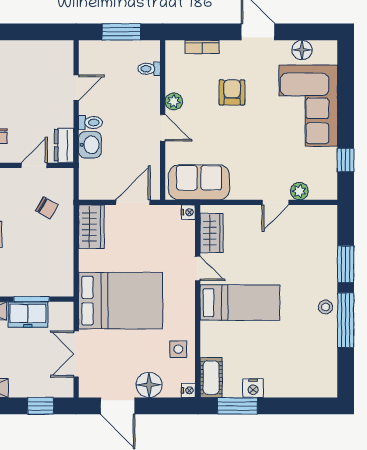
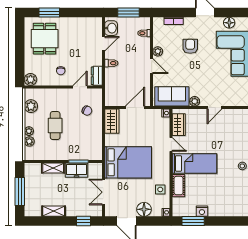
washbasin: (90, 145) -> (111, 28), moved
plant: (299, 191) -> (195, 101), moved
cot: (211, 378) -> (179, 186), moved

